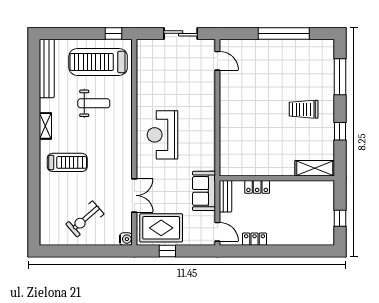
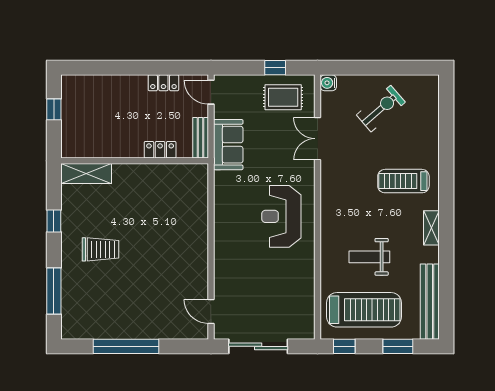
window: (72, 33) -> (398, 346), added
sliding door: (181, 33) -> (258, 346), width x1.37
reception desk: (163, 135) -> (281, 216), turned 180
rug: (161, 228) -> (283, 97), width x0.73, depth x0.70

